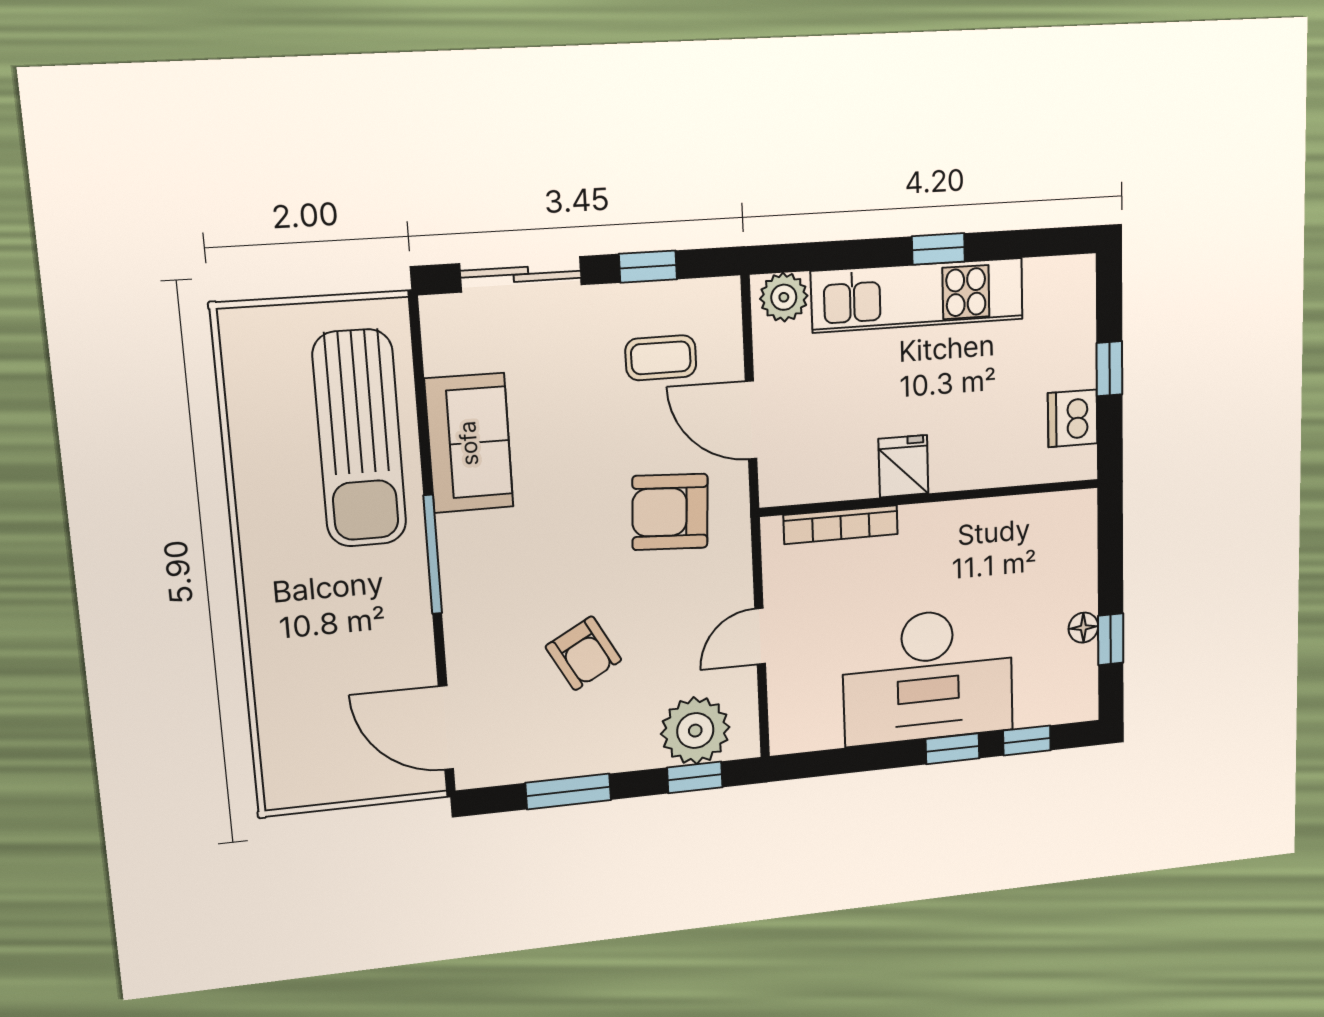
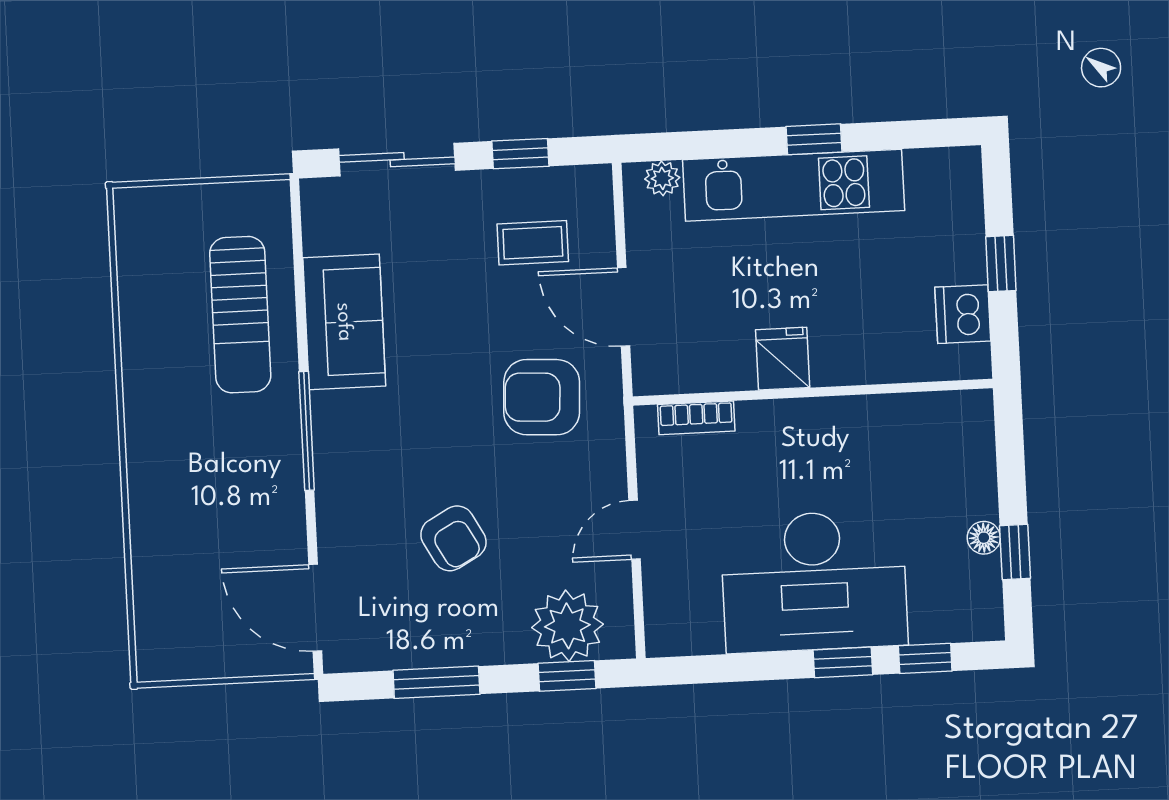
plant: (784, 297) -> (662, 178), width x0.73, depth x0.73
sun lounger: (360, 439) -> (240, 315), width x0.73, depth x0.75
bookcase: (841, 525) -> (696, 418), width x0.64

